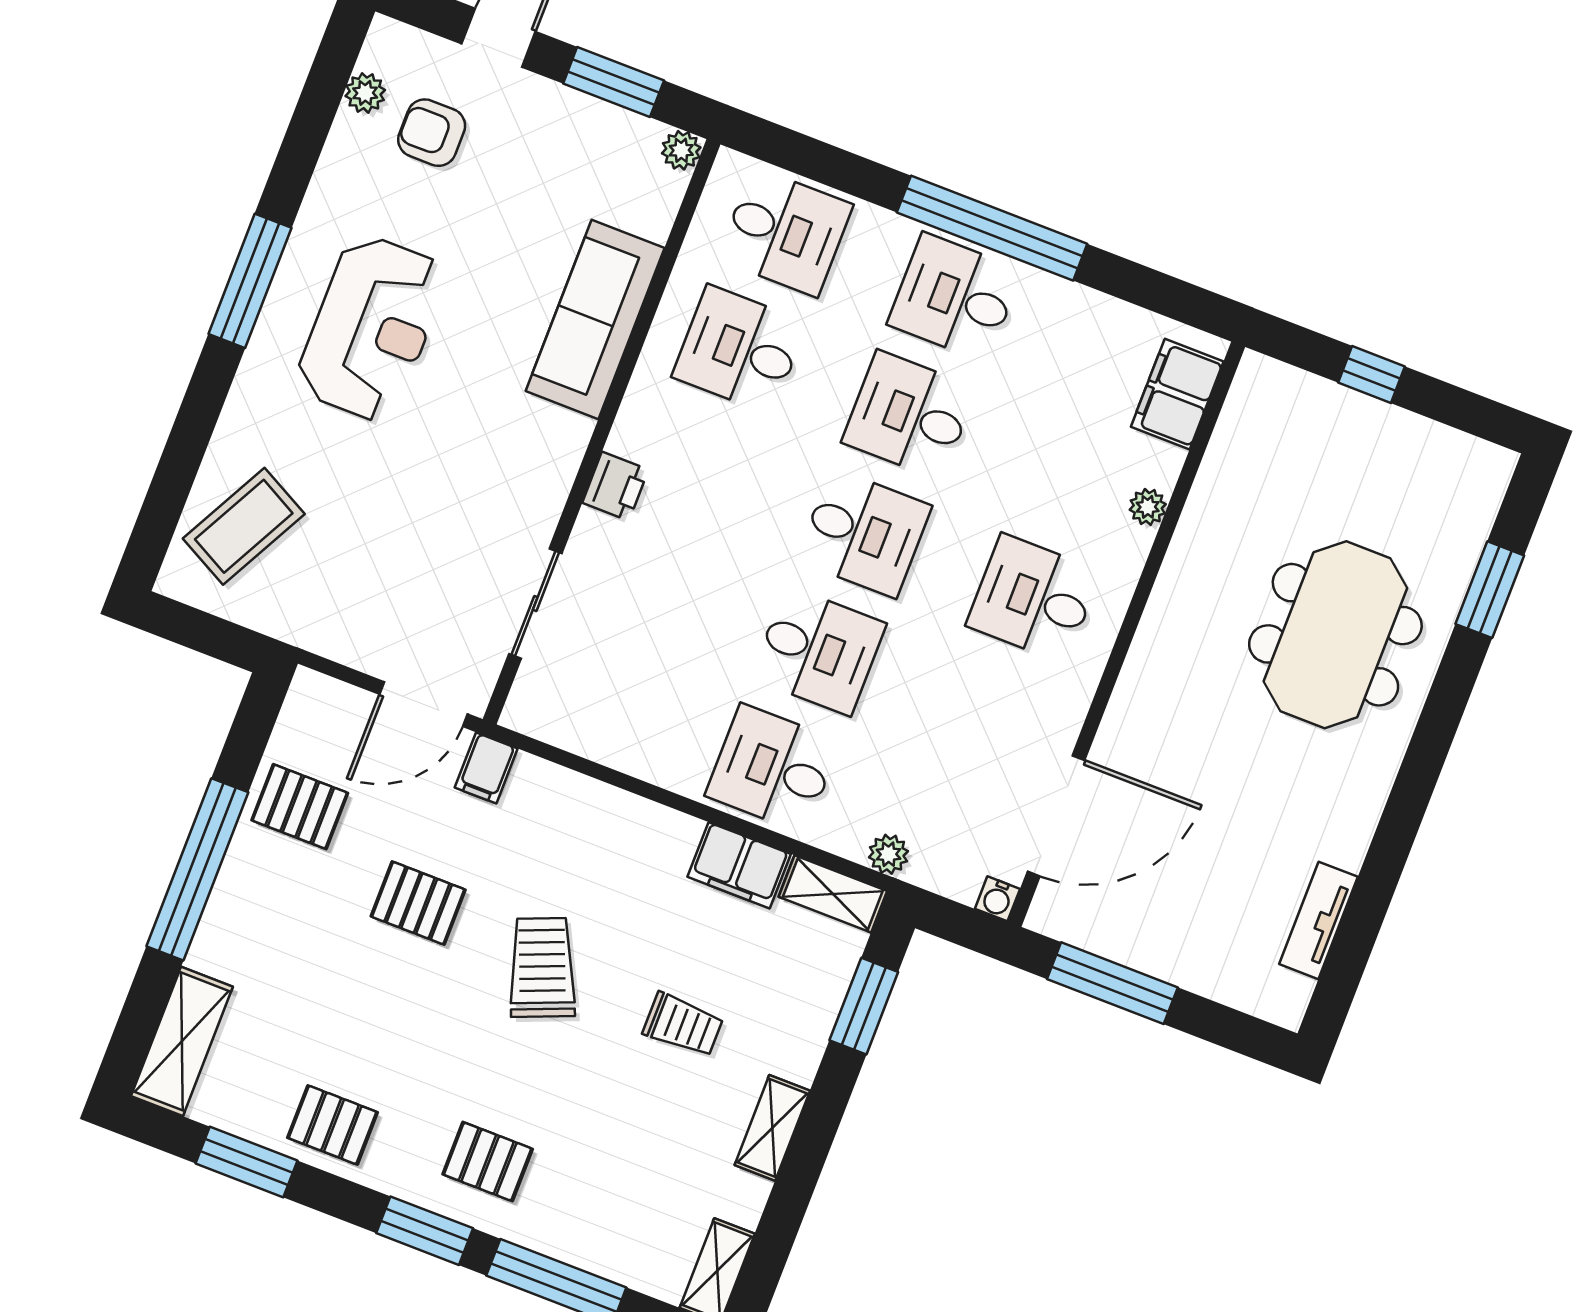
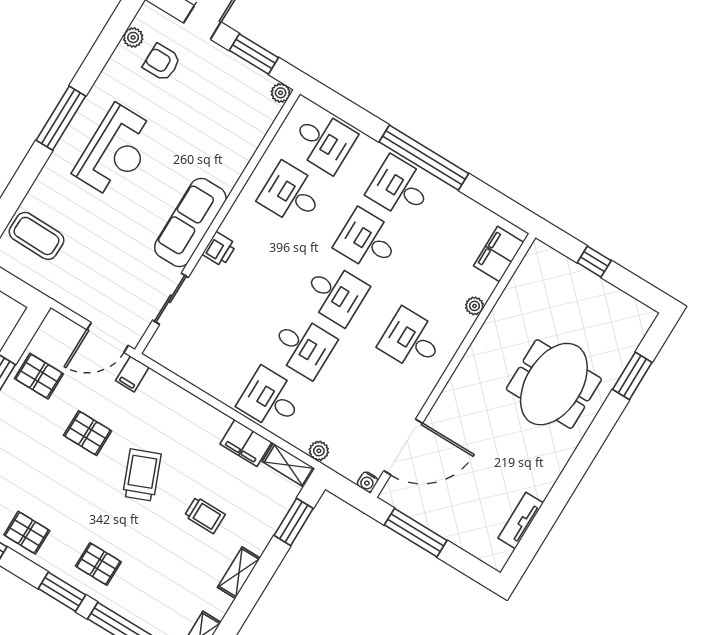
sofa: (595, 320) -> (190, 223), moved
coffee table: (244, 526) -> (36, 236), turned 63

